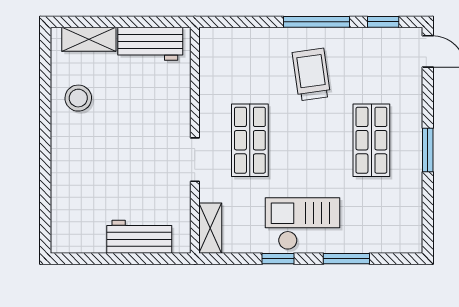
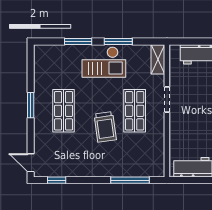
window: (316, 22) -> (130, 180), moved
trolley: (311, 74) -> (105, 127), moved
window: (278, 259) -> (118, 42), width x1.50

